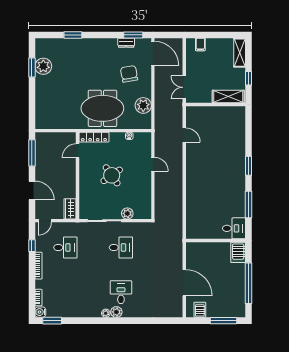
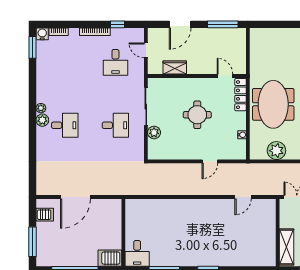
round table: (112, 175) -> (197, 115), turned 35
wardrobe: (70, 209) -> (175, 67), moved
door: (45, 221) -> (146, 50), moved
desk: (121, 247) -> (115, 125), turned -90

